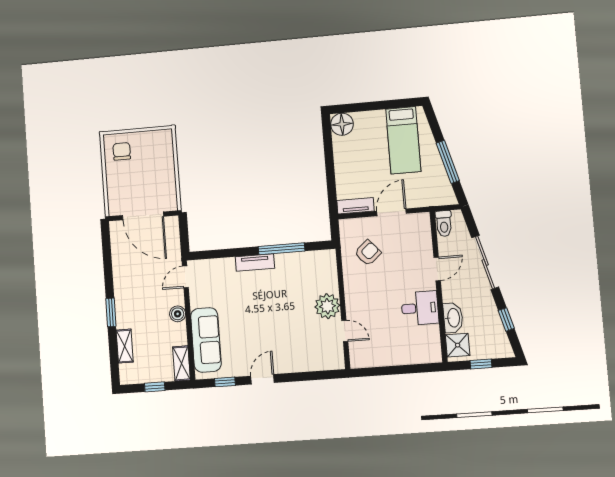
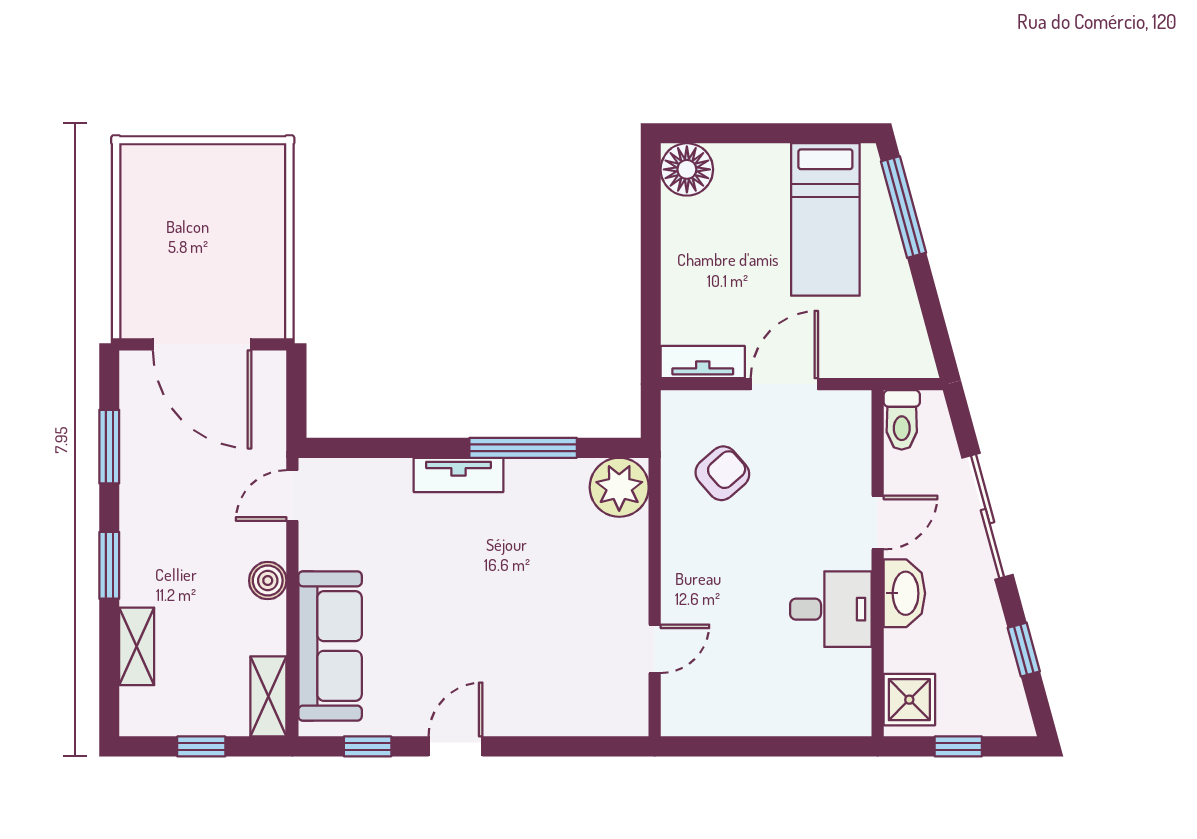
chair: (122, 151) -> (162, 187), removed
window: (448, 162) -> (904, 207), moved
window: (107, 262) -> (109, 447), added
plant: (327, 306) -> (619, 487), moved
washbasin: (453, 318) -> (904, 593), moved
door: (345, 331) -> (655, 649), hinge flipped

